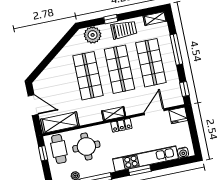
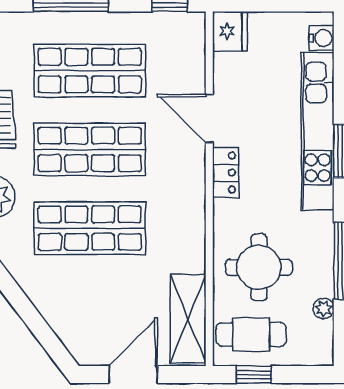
door: (154, 112) -> (209, 119), moved
shelving: (114, 114) -> (194, 185), removed

